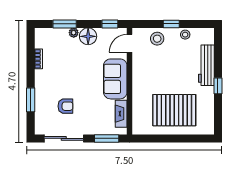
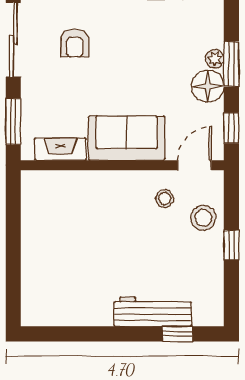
window: (65, 24) -> (231, 64), moved
stool: (185, 35) -> (165, 199), moved
door: (130, 43) -> (194, 165), hinge flipped
window: (218, 86) -> (177, 334), moved
pallet: (174, 110) -> (67, 251), removed

